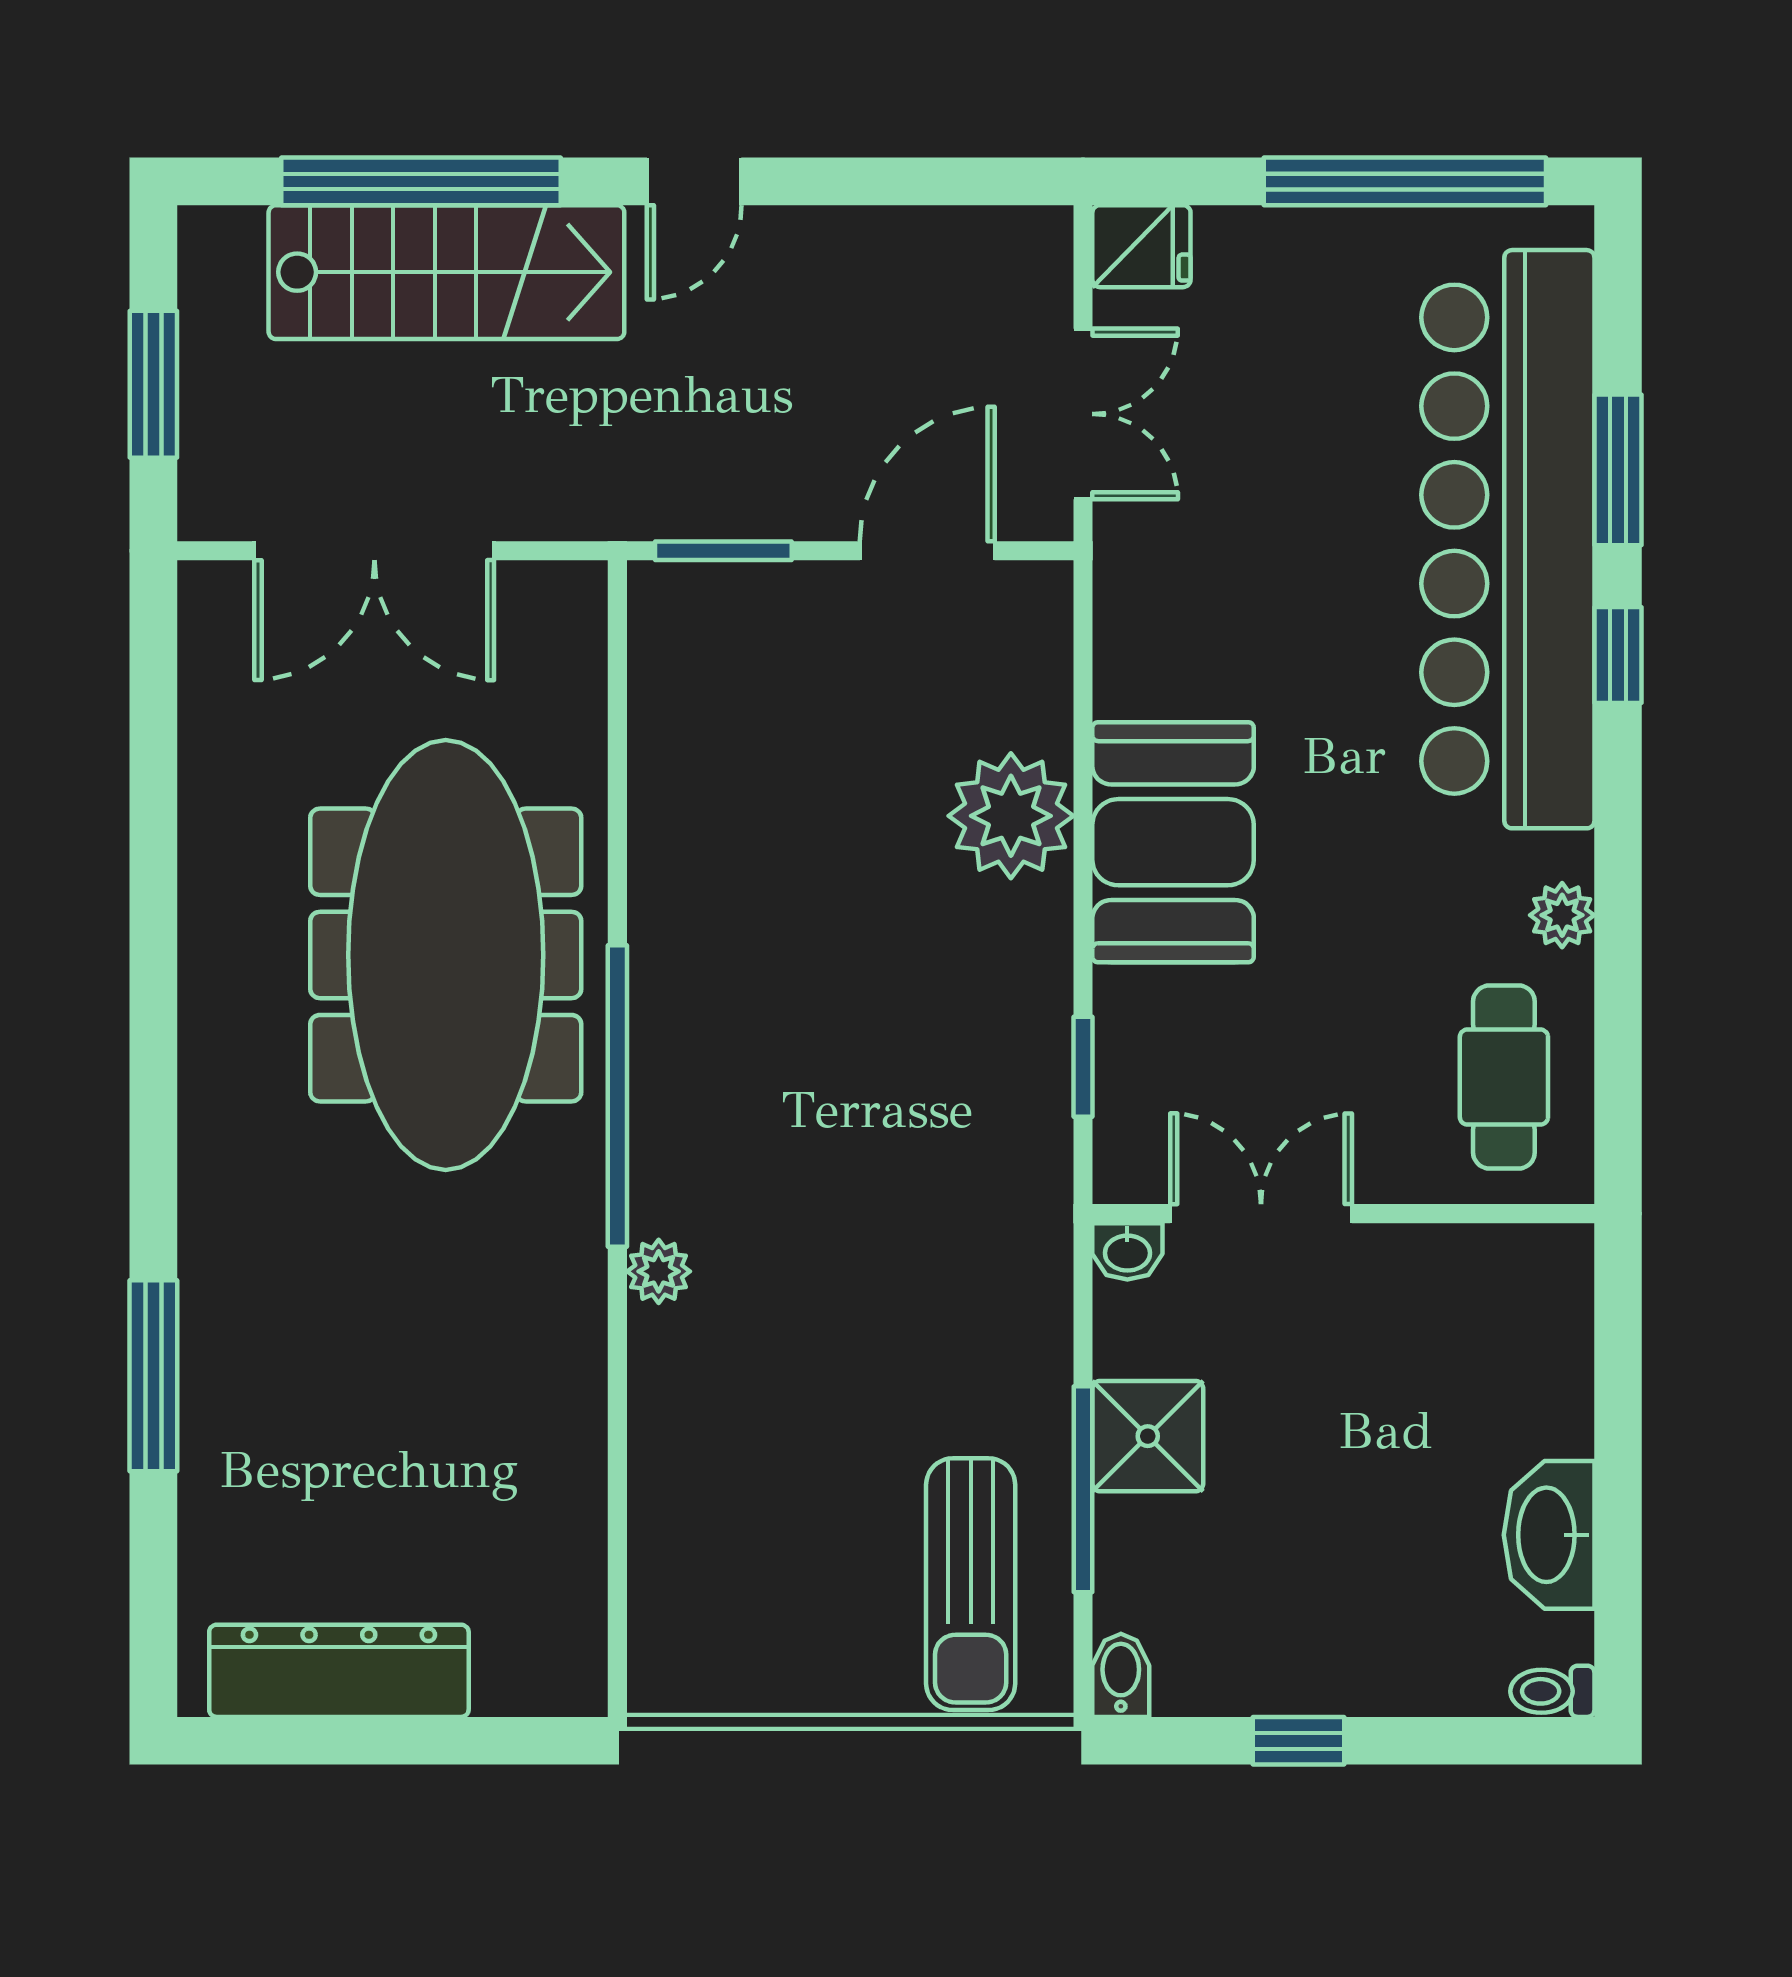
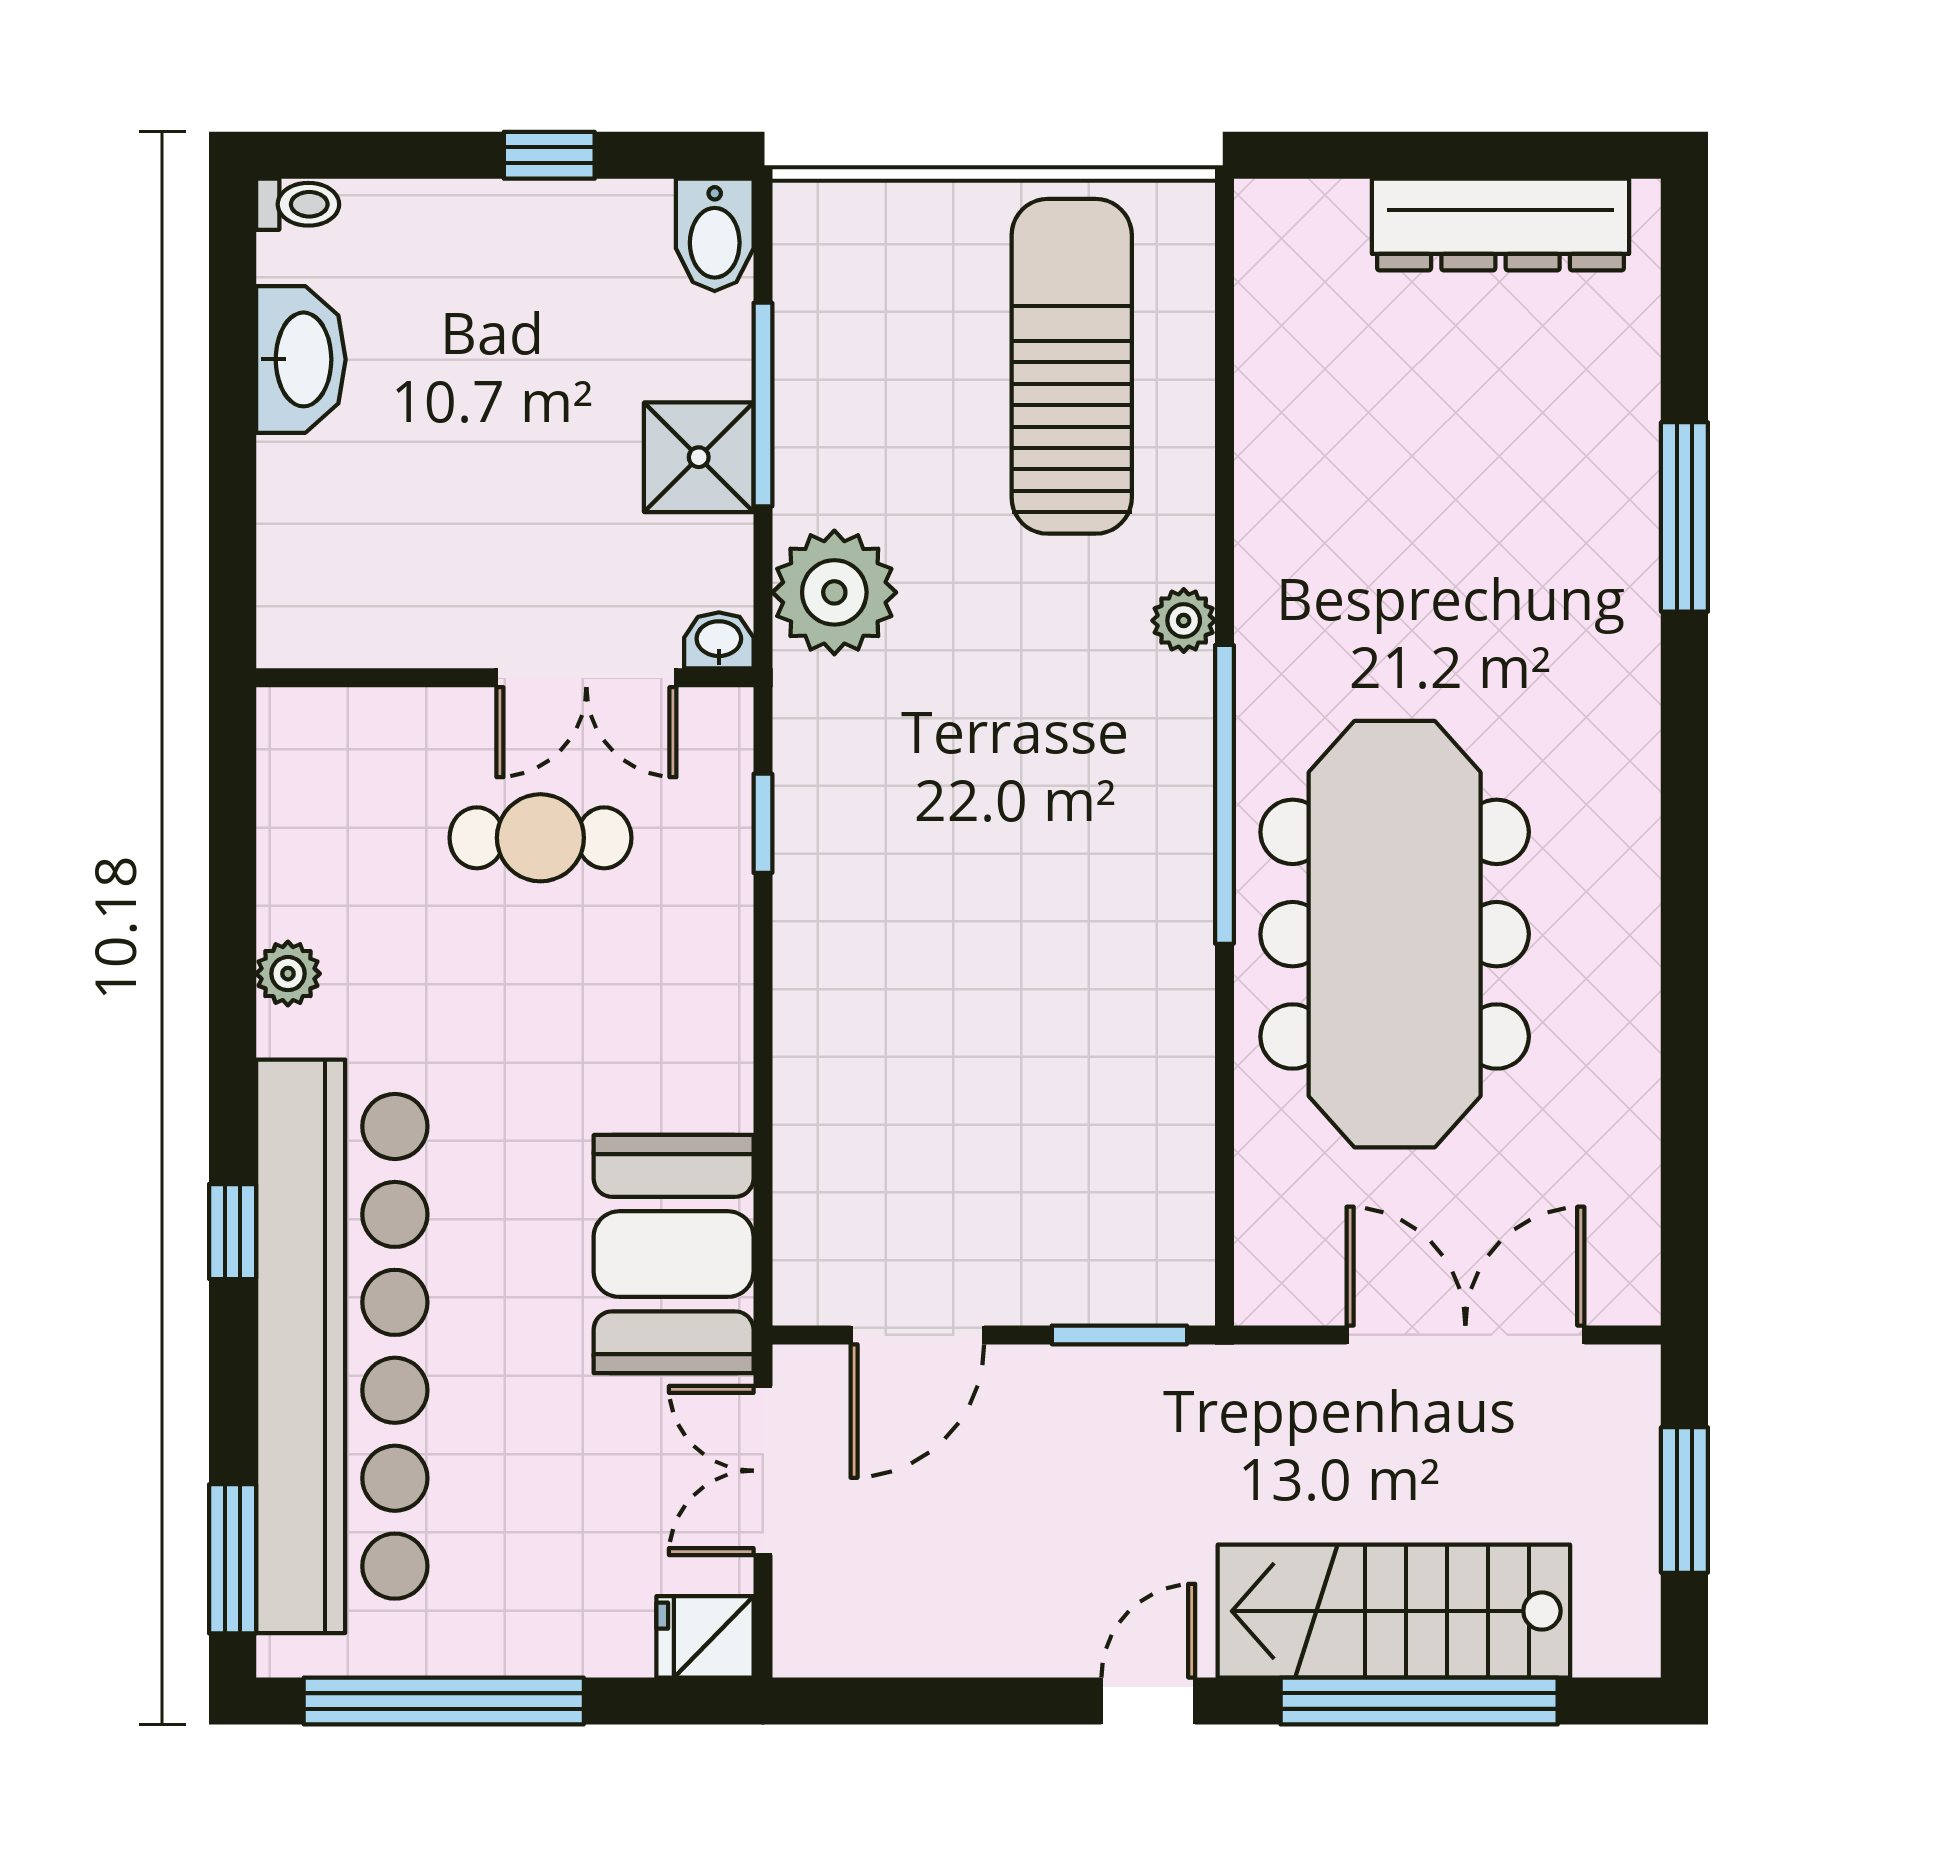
window: (1618, 470) -> (233, 1559), moved
plant: (1011, 816) -> (834, 592), moved
booth: (1173, 842) -> (674, 1254), moved
cafe table: (1504, 1077) -> (540, 838), moved, turned 90
sun lounger: (971, 1584) -> (1072, 366), moved, width x1.36, depth x1.34
bidet: (1121, 1675) -> (715, 235), width x1.38, depth x1.36

